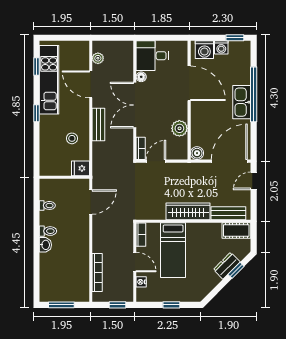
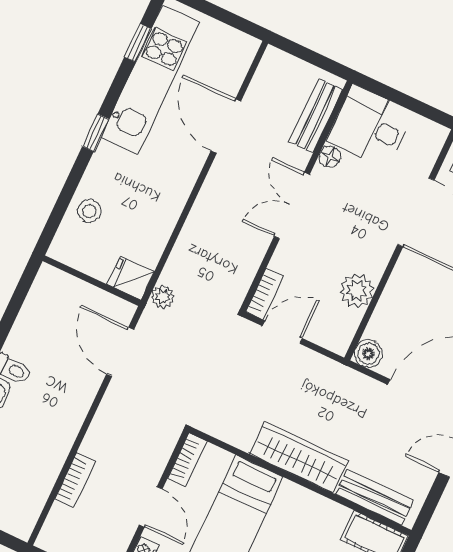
plant: (98, 58) -> (163, 297), moved
double door: (135, 105) -> (292, 205), width x0.73
bench: (98, 125) -> (316, 116), moved
stool: (72, 138) -> (89, 211), moved
door: (91, 202) -> (120, 352), swing flipped
toilet: (47, 205) -> (34, 320), removed
bookcase: (97, 273) -> (75, 480), width x0.64

